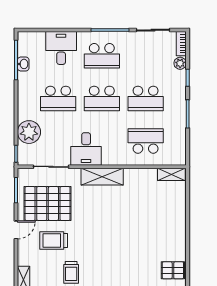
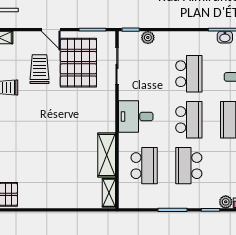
school desk: (58, 98) -> (189, 74), turned 180
school desk: (102, 98) -> (189, 120), turned 180
plant: (29, 132) -> (148, 38), width x0.53, depth x0.53
desk: (86, 149) -> (136, 117), moved
shelving: (102, 177) -> (107, 155), moved

